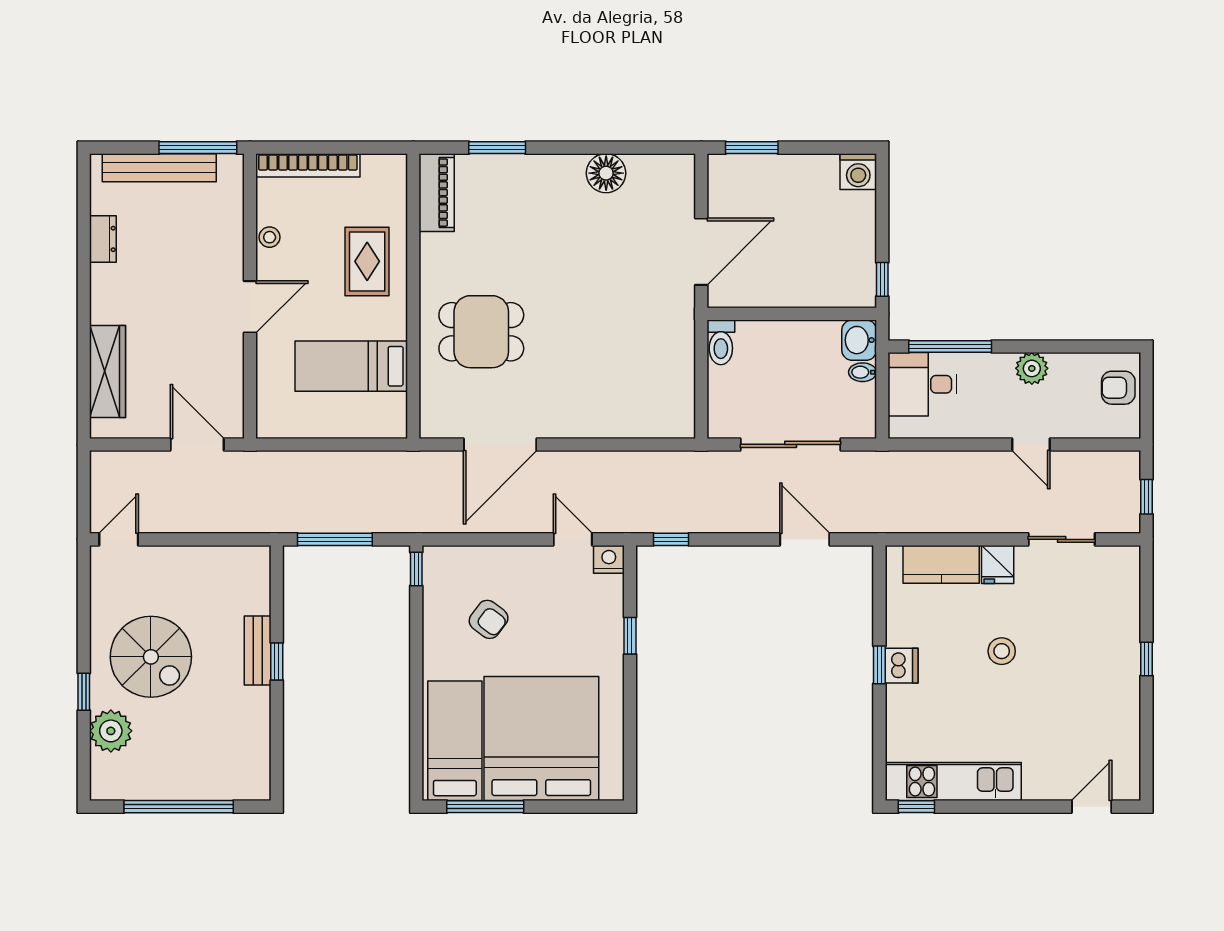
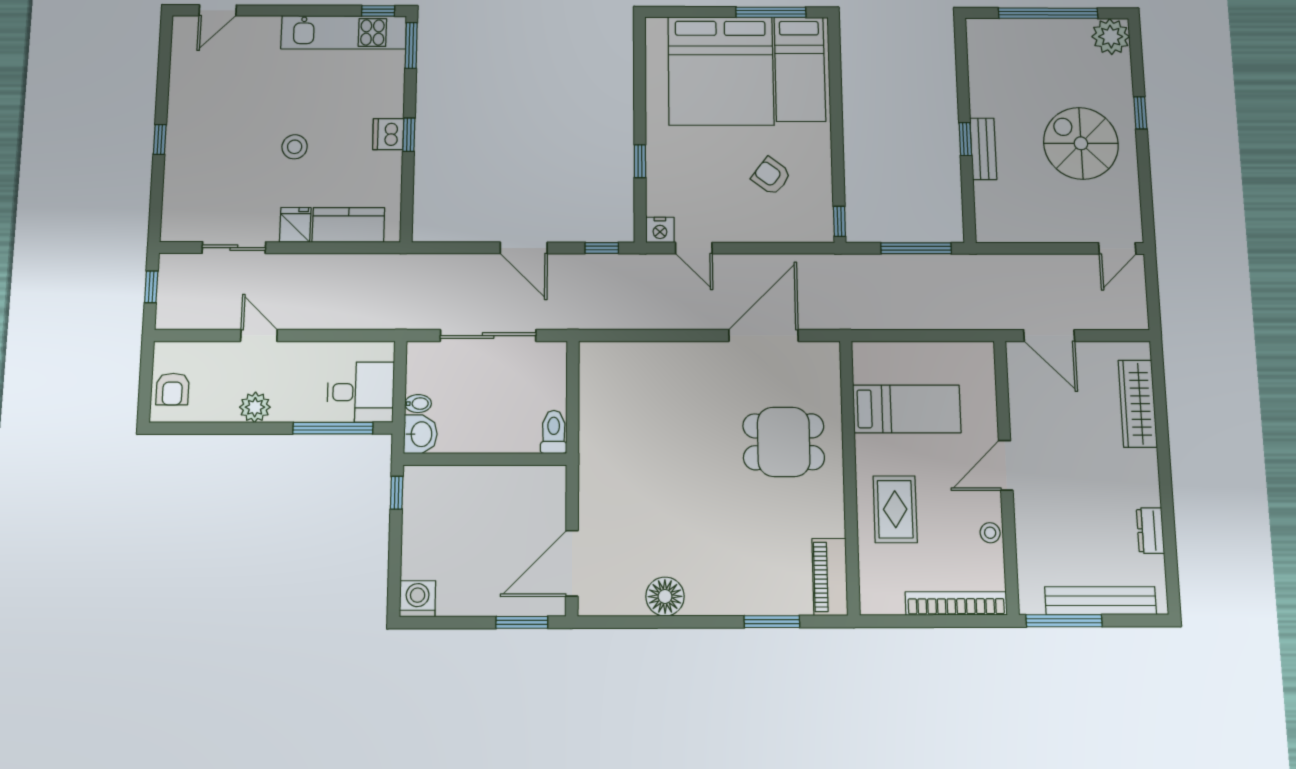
door: (701, 252) -> (572, 563), moved
armchair: (1118, 388) -> (172, 389), turned 90
door: (805, 539) -> (524, 248), moved
plant: (111, 731) -> (1111, 37), moved
window: (879, 767) -> (411, 45), added

